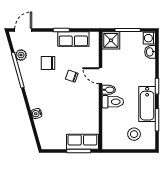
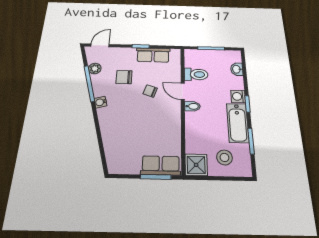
washing machine: (149, 38) -> (238, 96), moved
shower: (111, 40) -> (196, 165), moved
toilet: (113, 102) -> (196, 74), moved
water cooler: (36, 113) -> (100, 102), moved

